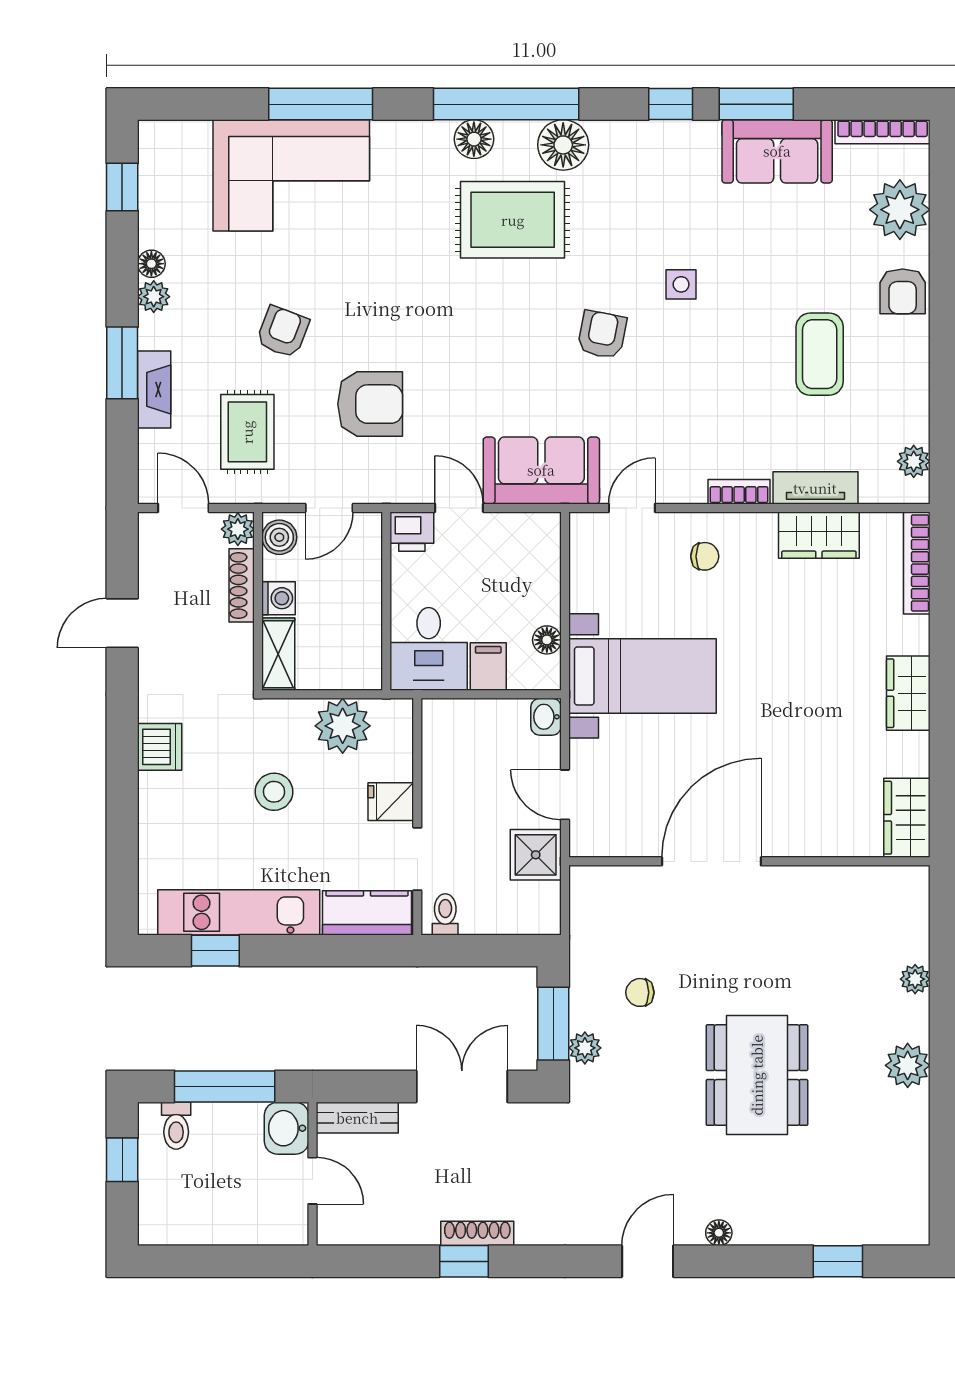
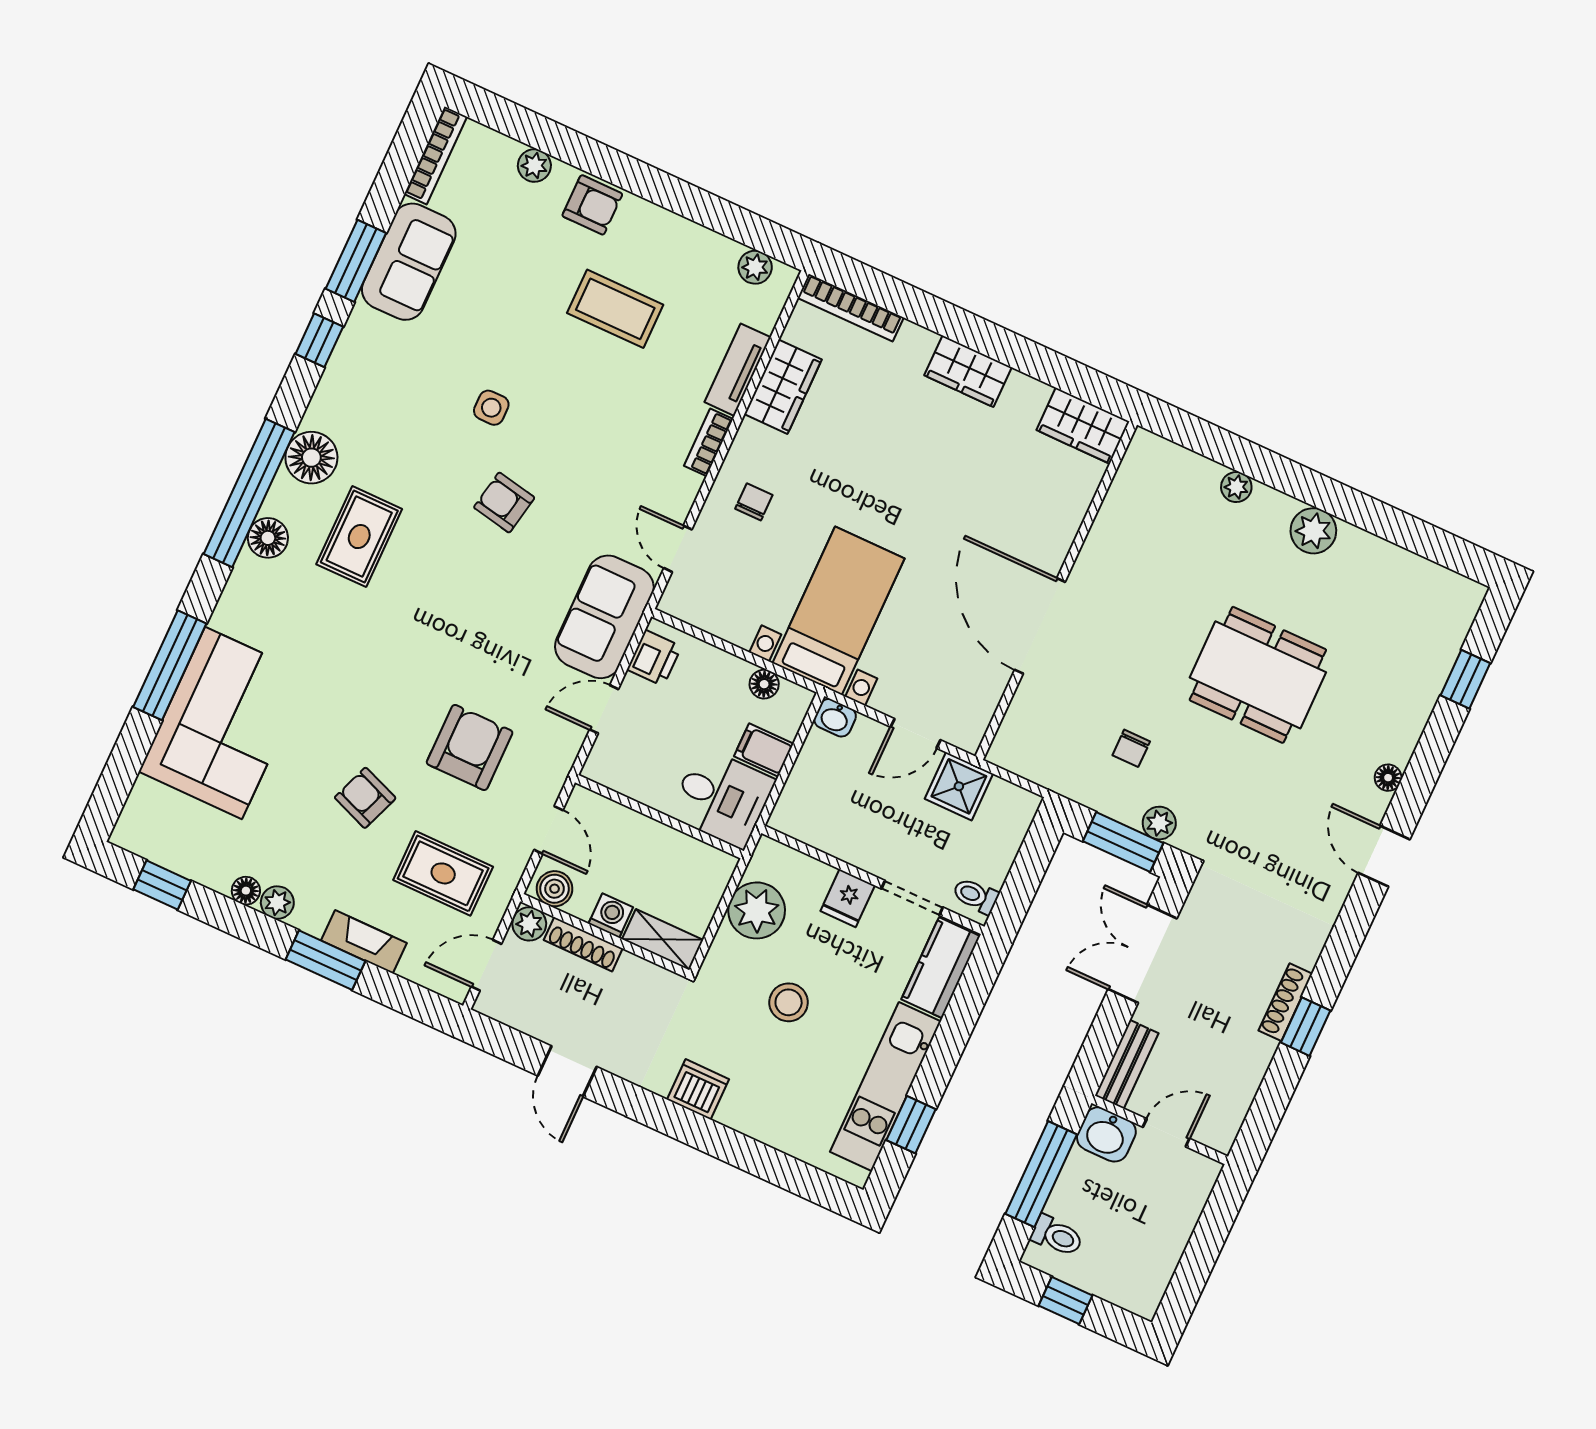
plant: (900, 210) -> (534, 166), width x0.53, depth x0.53
rug: (513, 220) -> (359, 537), width x0.73, depth x0.70
printer: (412, 532) -> (654, 658), moved

